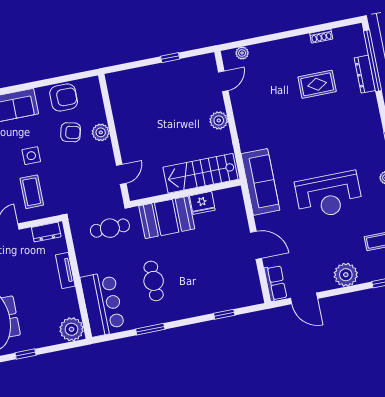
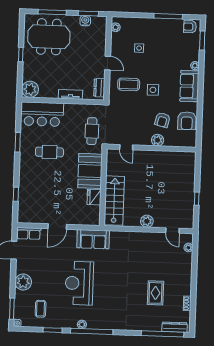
dresser: (365, 74) -> (175, 327), moved
sofa: (260, 182) -> (93, 239), width x0.73

